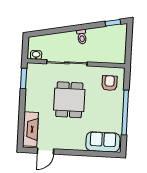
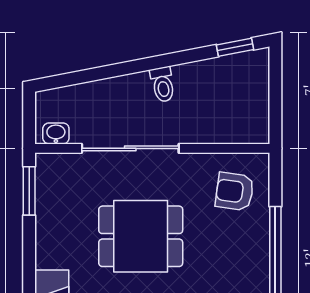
armchair: (110, 83) -> (235, 191), turned -82
dining table: (69, 100) -> (141, 236), turned 90

